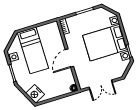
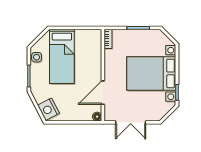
door: (69, 58) -> (103, 93), moved

